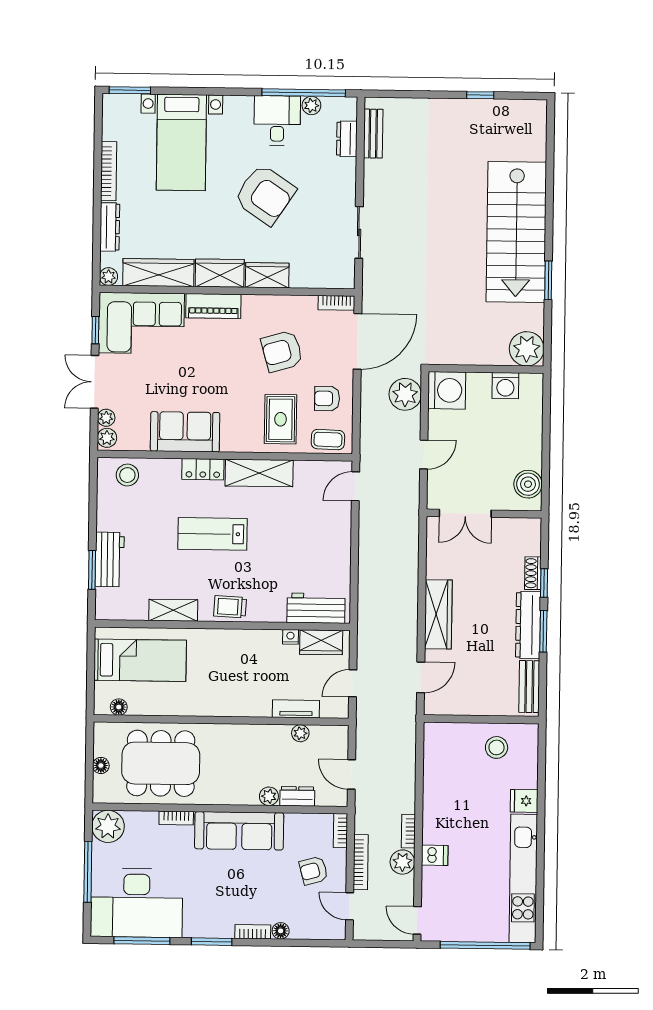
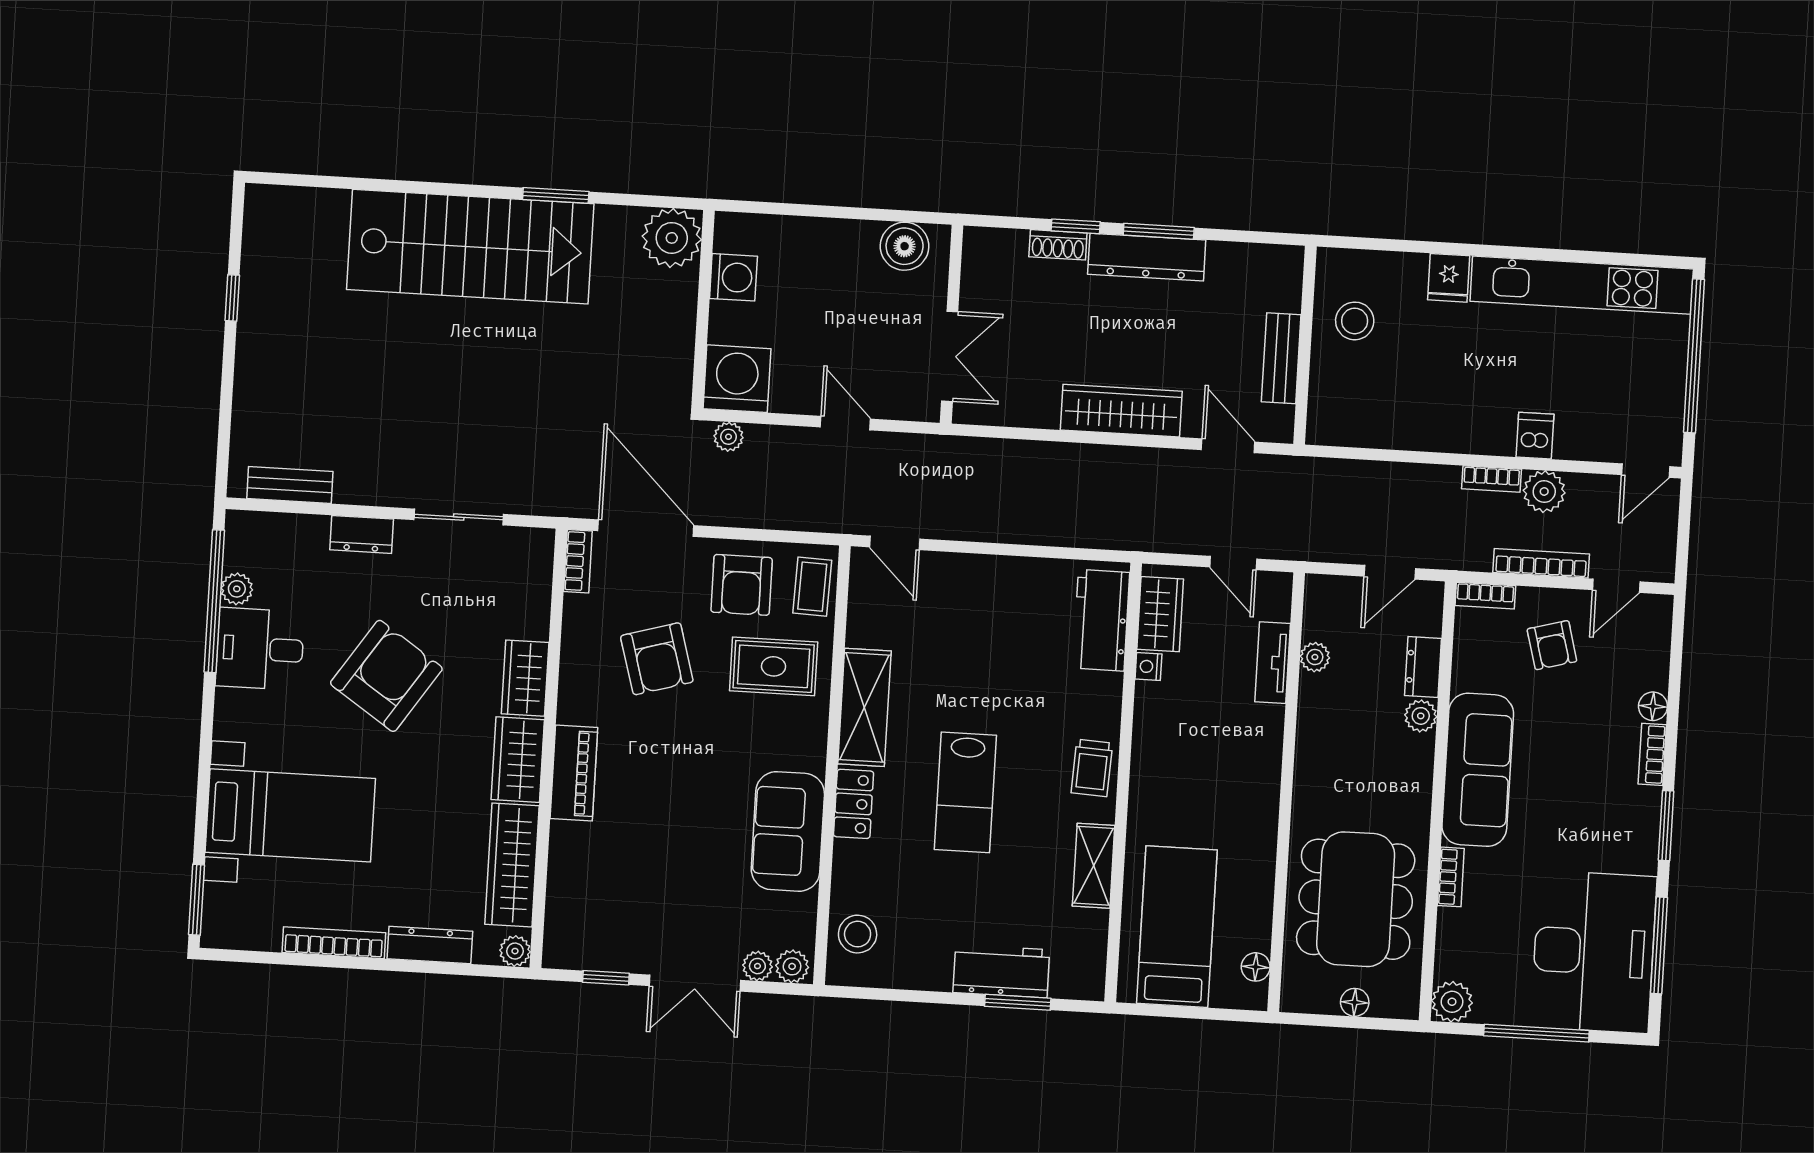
dresser: (347, 139) -> (362, 534), moved
corner sofa: (141, 323) -> (598, 898), removed
plant: (405, 394) -> (729, 437), width x0.53, depth x0.53
armchair: (327, 398) -> (742, 585), width x1.38, depth x1.38
bench: (529, 687) -> (1281, 358), moved, turned 90
plant: (108, 826) -> (1452, 1002), width x0.73, depth x0.73

